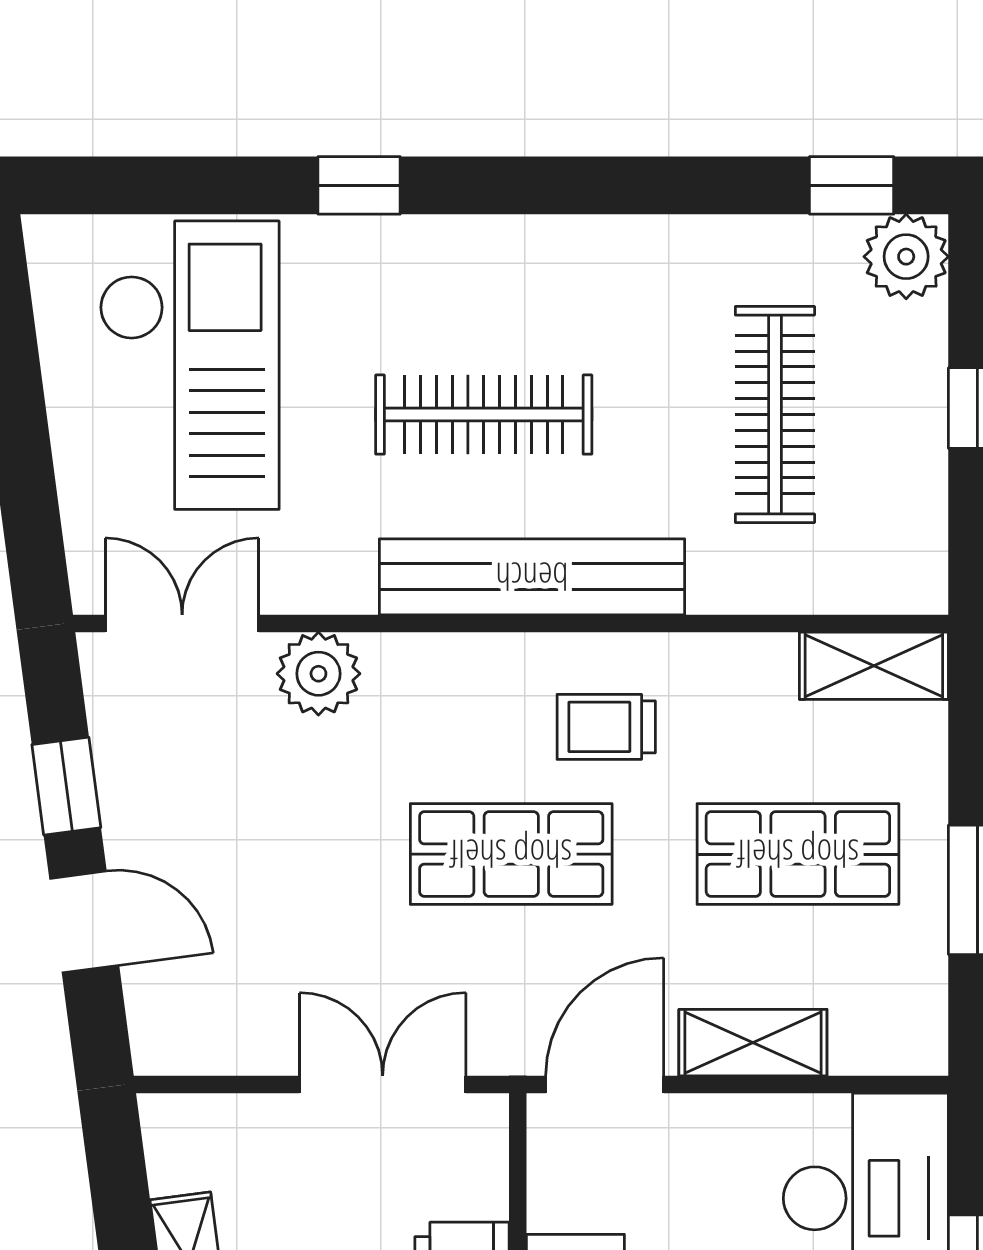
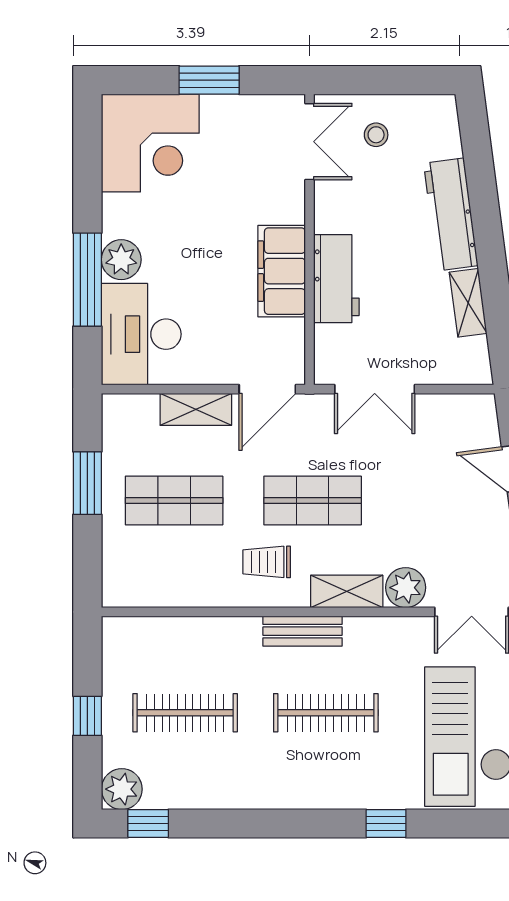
clothes rail: (775, 415) -> (185, 713), turned 90
bench: (532, 577) -> (303, 631), width x0.54, depth x0.82
shelving: (874, 666) -> (347, 591), moved
trolley: (606, 727) -> (267, 562), turned 180

